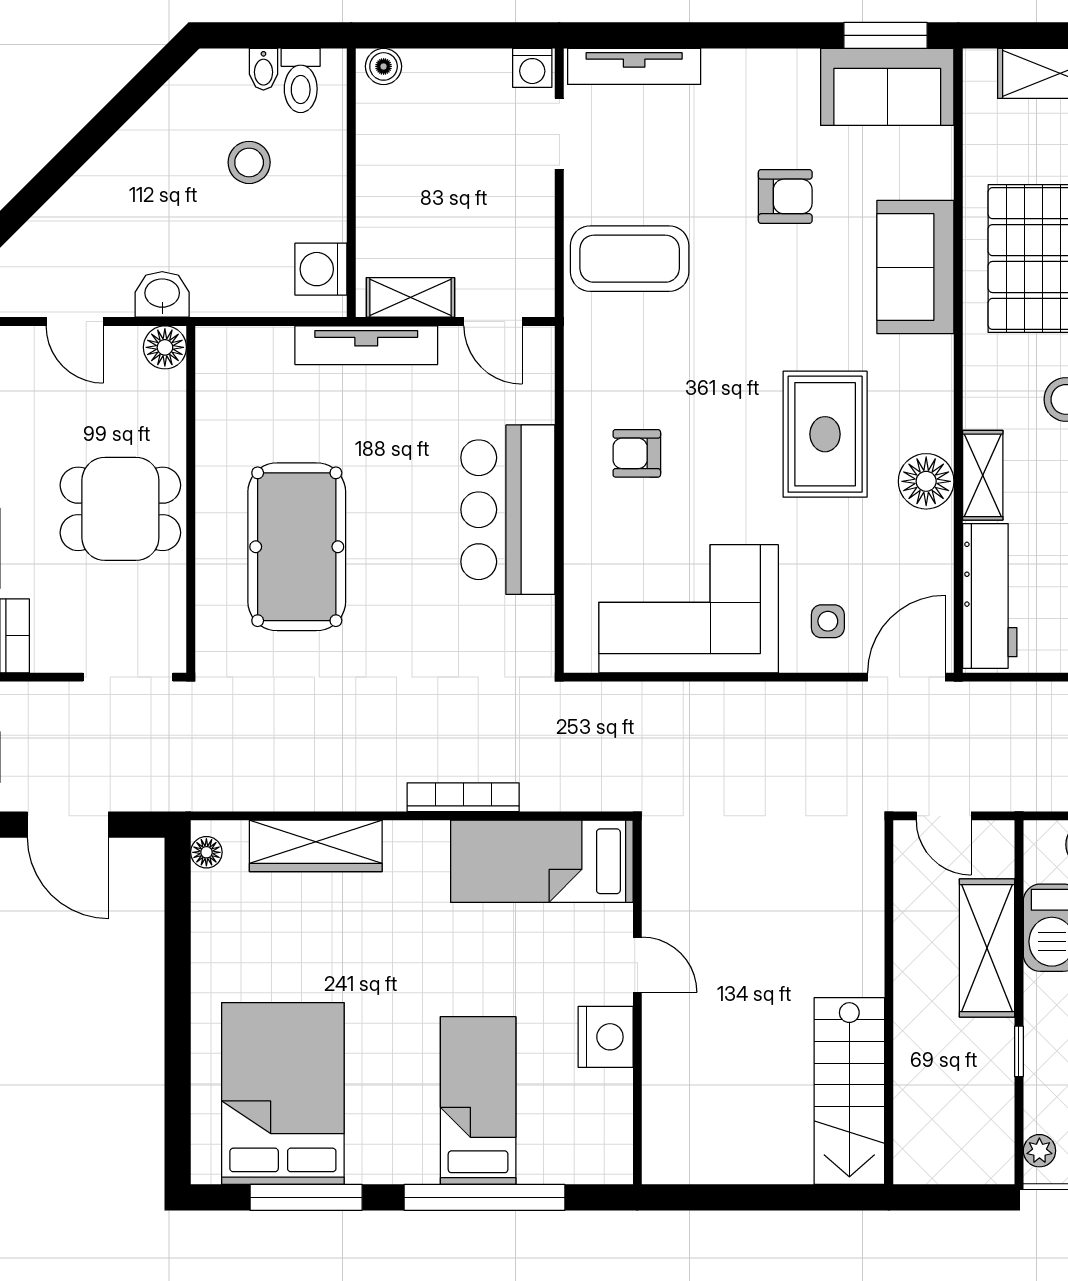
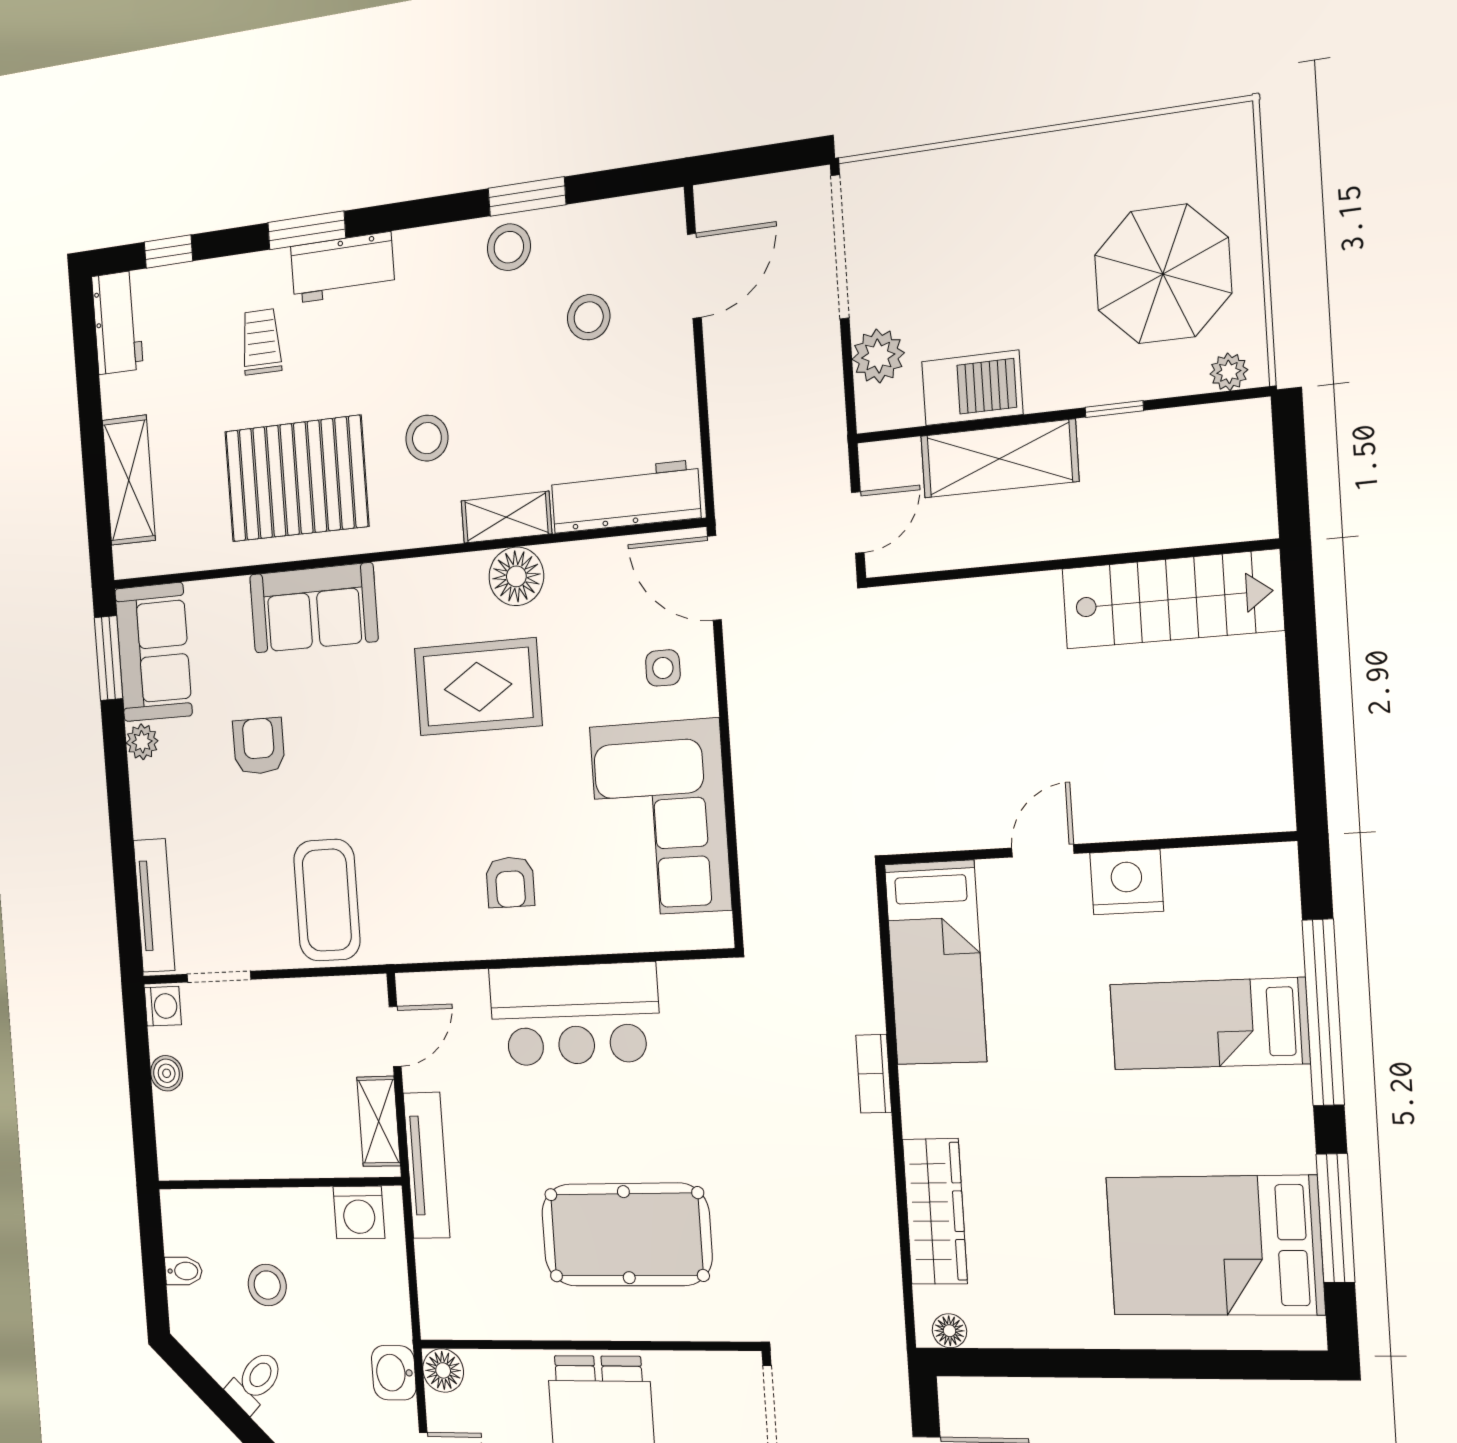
boiler: (384, 66) -> (167, 1073), moved
plant: (799, 67) -> (142, 742), added
toilet: (301, 80) -> (255, 1381), moved, turned -45
bookcase: (463, 797) -> (874, 1074), width x0.64

